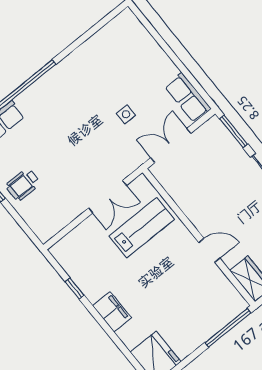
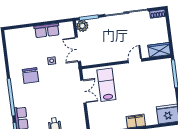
chair: (81, 94) -> (30, 76), added
row of seats: (188, 98) -> (47, 30), moved
plant: (214, 129) -> (82, 26), added

